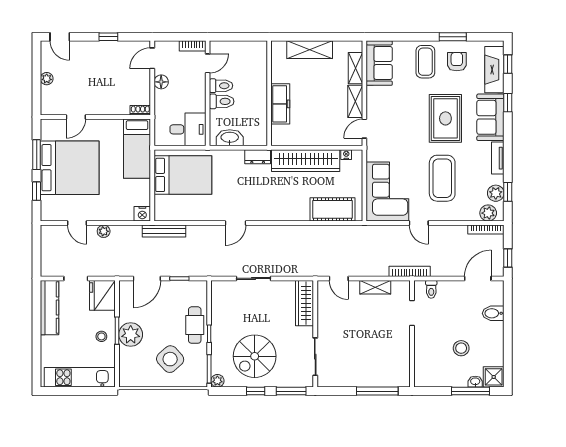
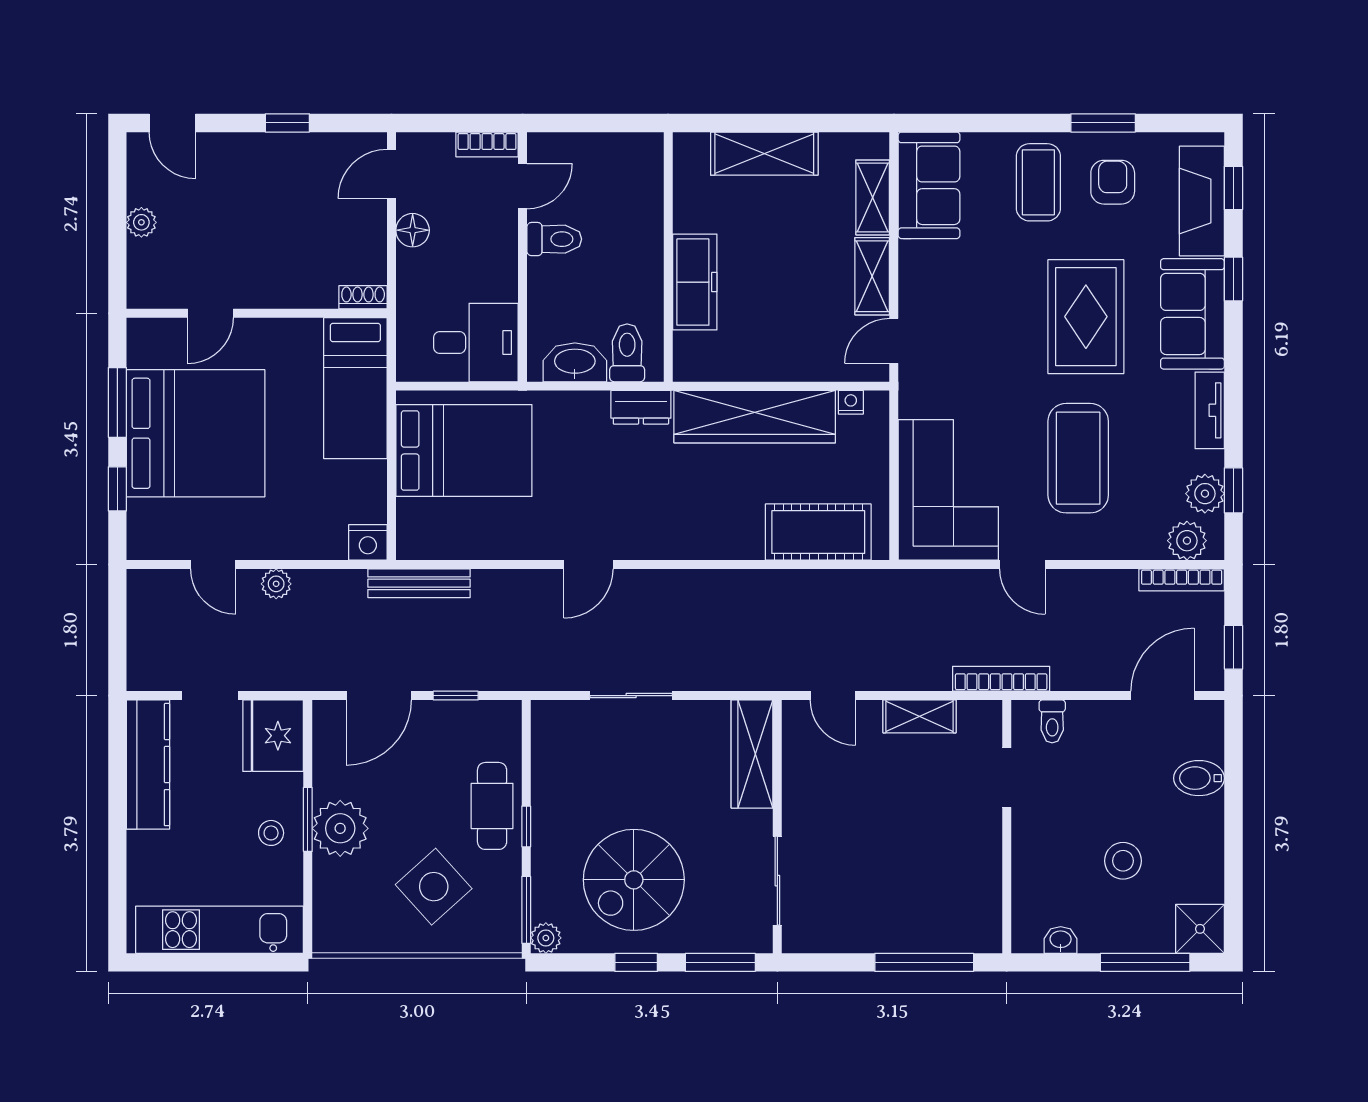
toilet: (222, 101) -> (627, 353), moved, turned -90
washbasin: (475, 382) -> (1061, 940), moved

